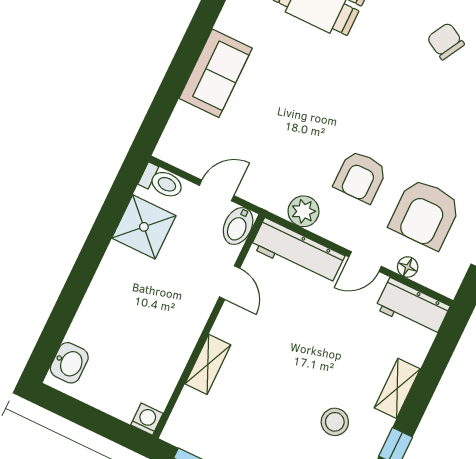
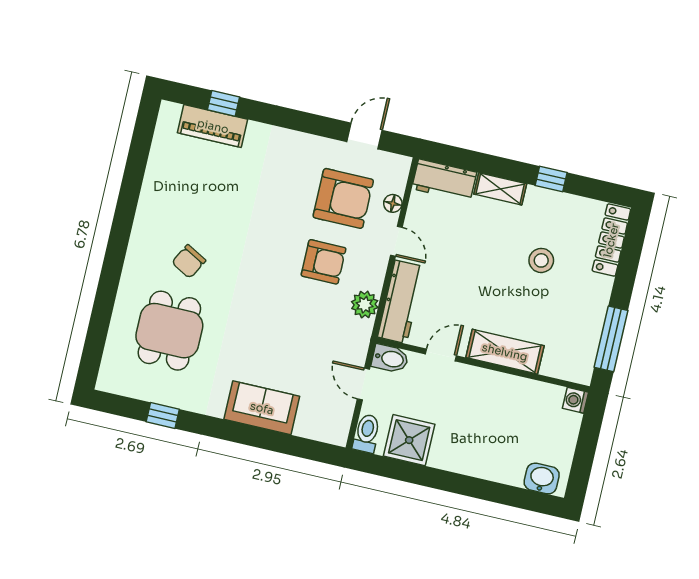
chair: (446, 41) -> (189, 261), moved
workbench: (413, 307) -> (444, 180), moved, turned 90
shelving: (208, 364) -> (505, 352), width x1.50, depth x1.33
stool: (335, 422) -> (541, 260), moved

